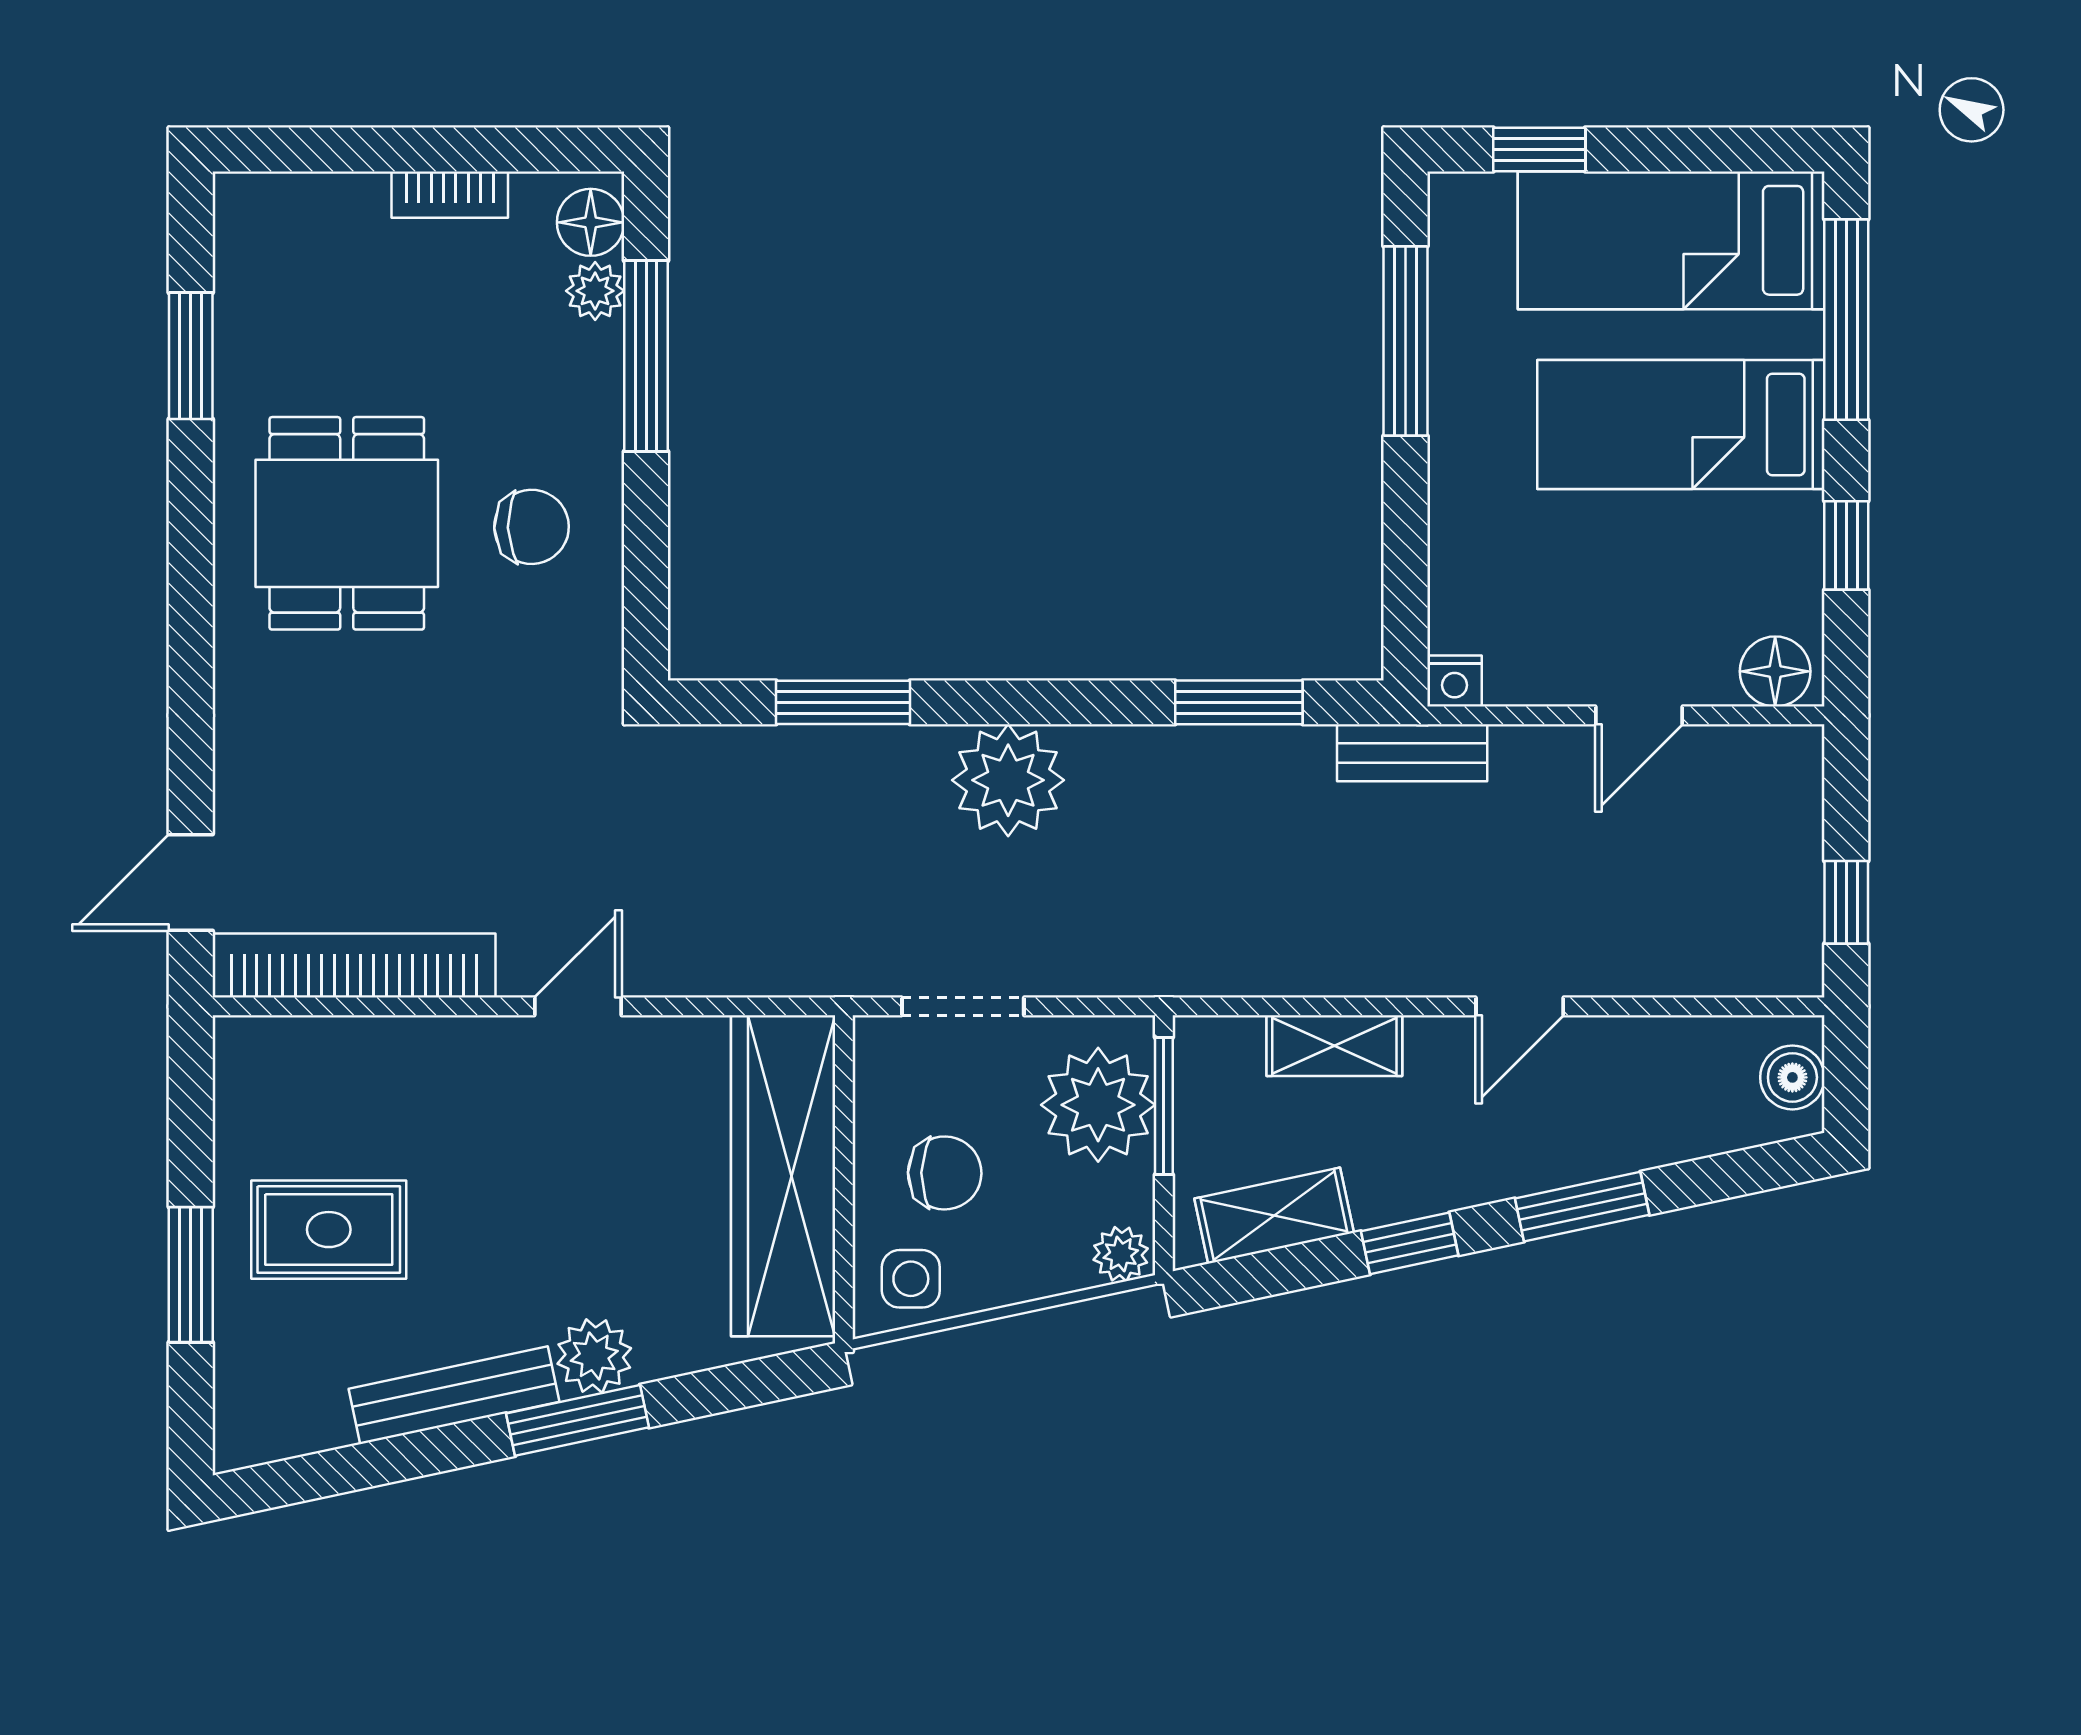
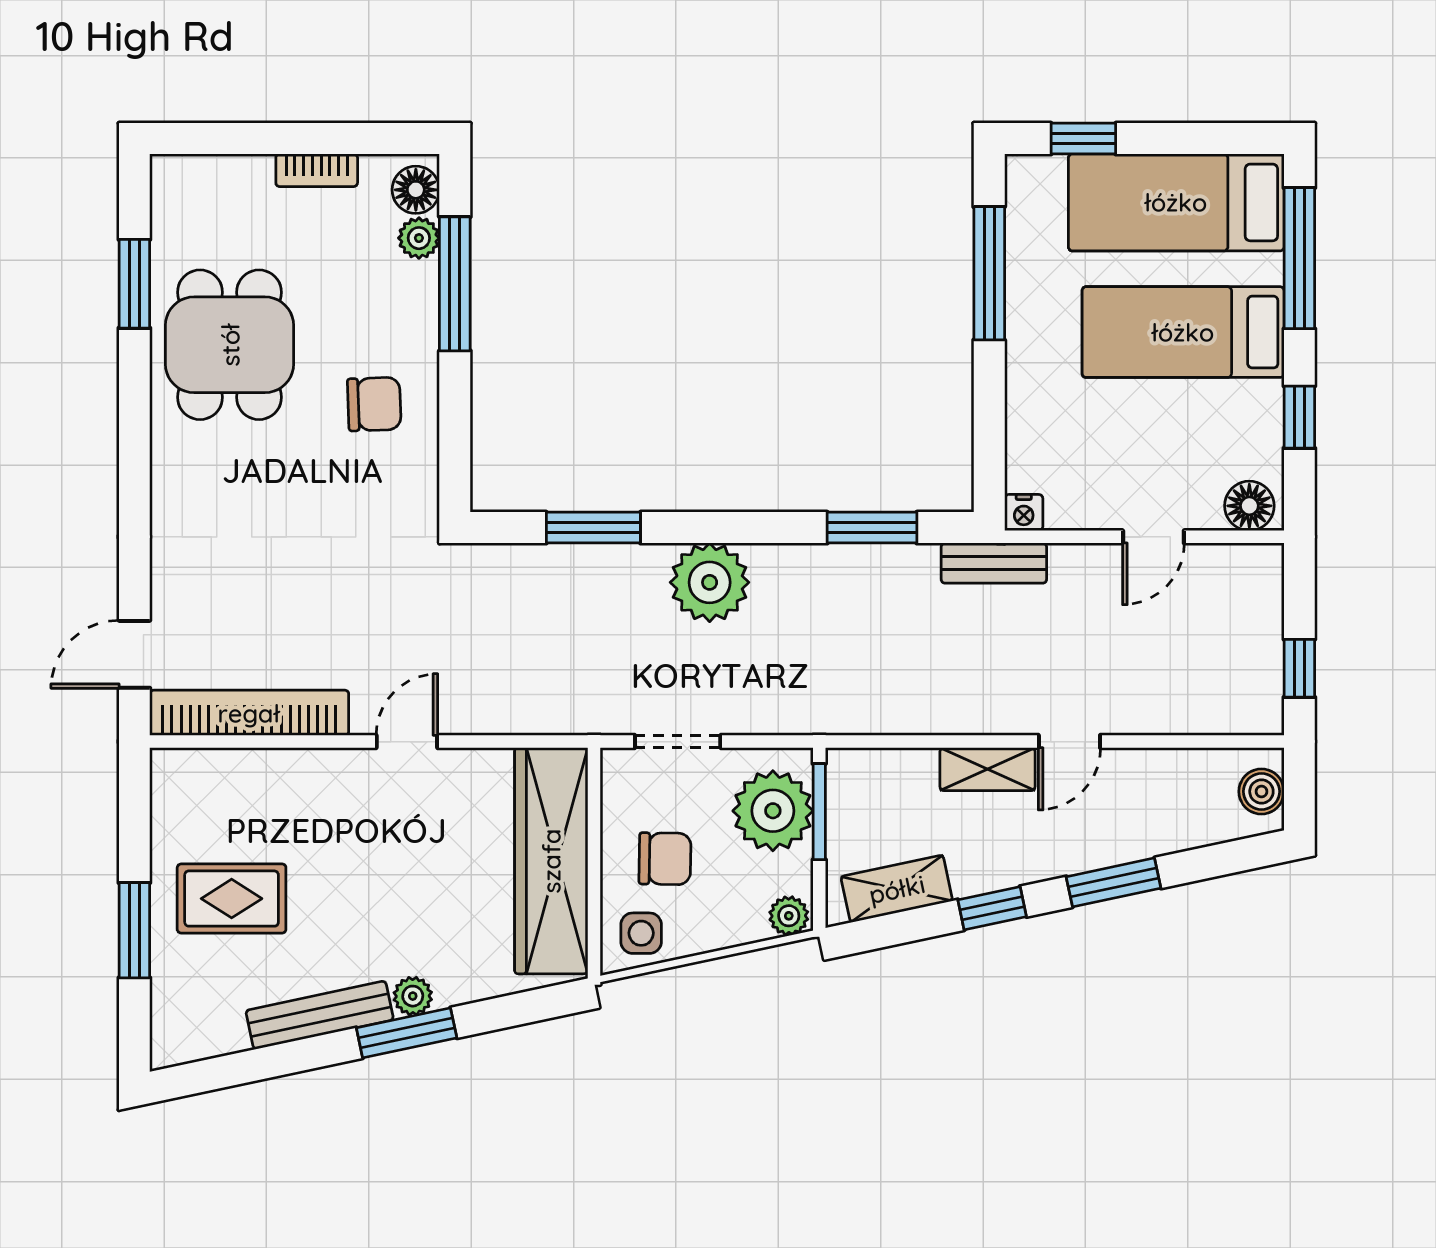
dining table: (347, 523) -> (230, 345), moved
shelving: (1334, 1046) -> (988, 769), moved
plant: (594, 1356) -> (413, 996), width x0.73, depth x0.73

